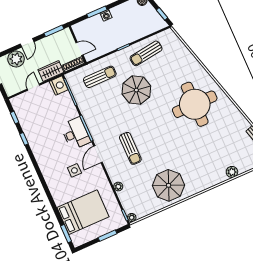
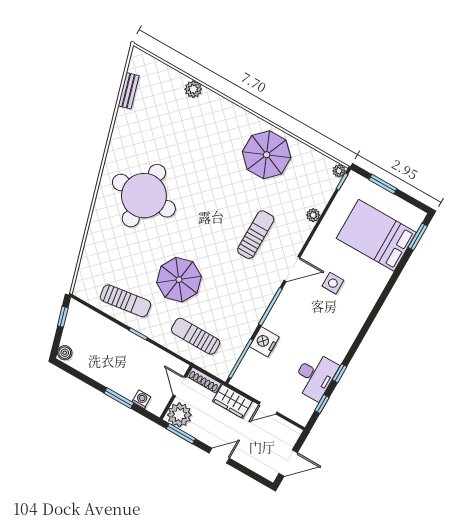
washing machine: (106, 15) -> (141, 399), moved
plant: (16, 59) -> (179, 415), moved
nightstand: (59, 86) -> (264, 342), moved
desk: (76, 134) -> (315, 376), moved, turned 180

